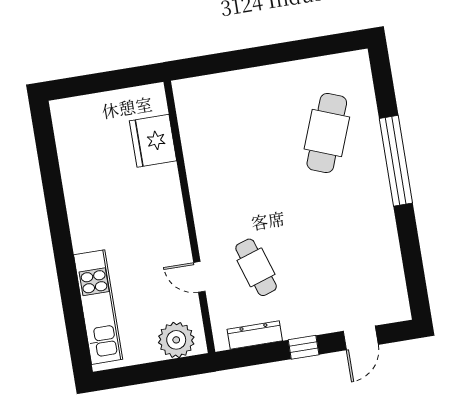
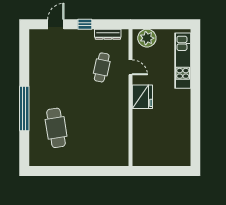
cafe table: (327, 133) -> (56, 128), turned -30
fridge: (153, 141) -> (142, 97), moved
cafe table: (256, 267) -> (102, 67), turned 30

